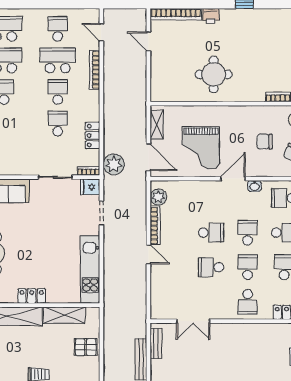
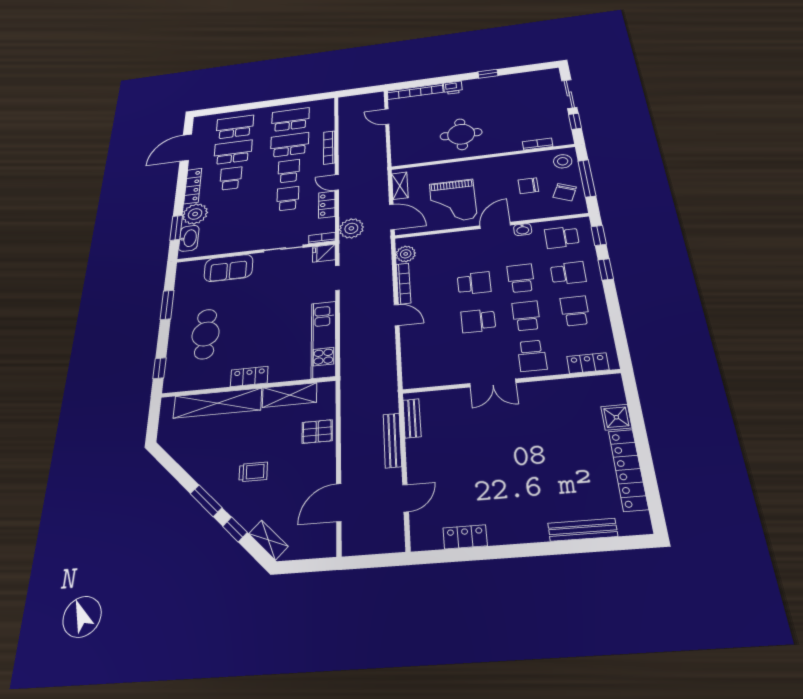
school desk: (58, 29) -> (290, 120), width x1.85
door: (101, 32) -> (337, 182), moved
double door: (193, 321) -> (493, 383), moved

